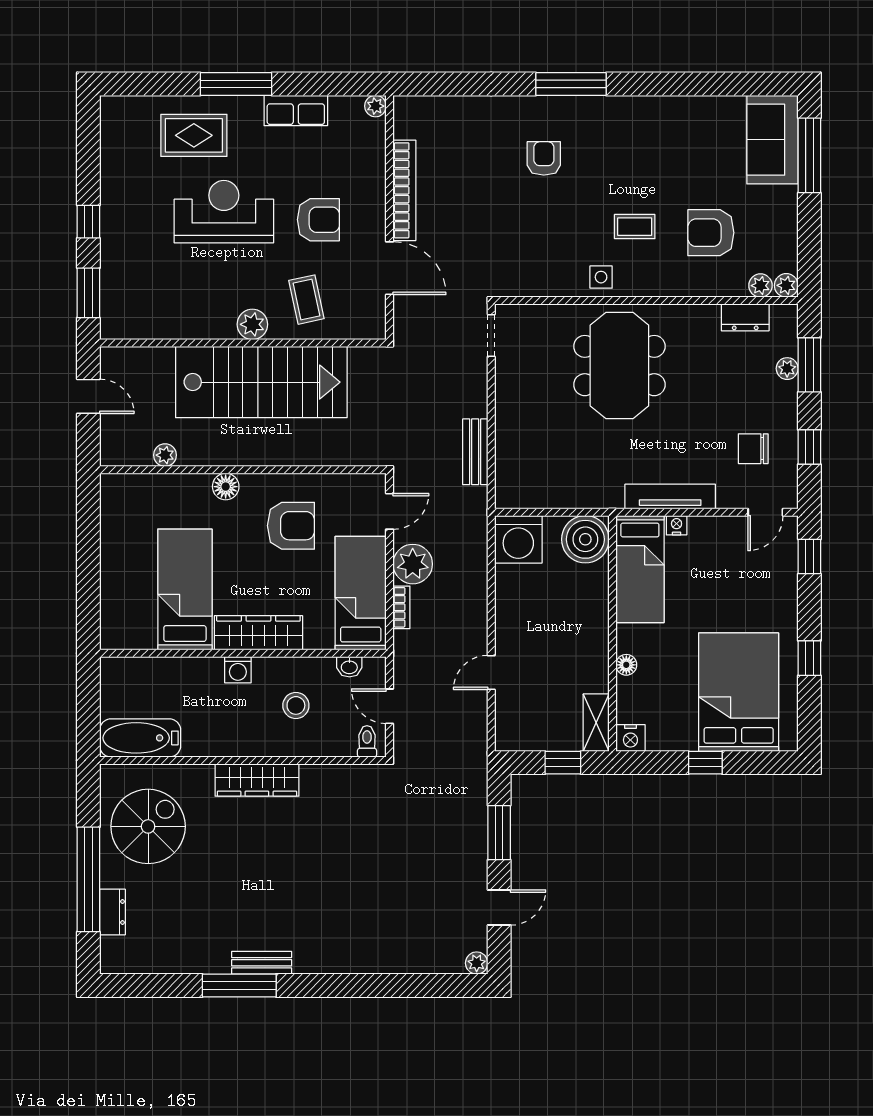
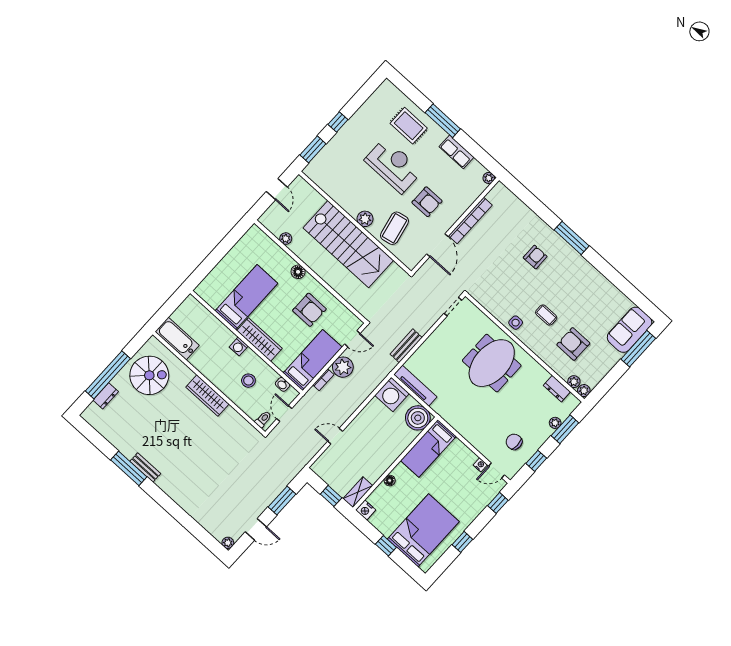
coffee table: (306, 300) -> (394, 228), width x1.36, depth x1.30
tv unit: (670, 497) -> (415, 386), moved
nightstand: (677, 525) -> (480, 465), moved

